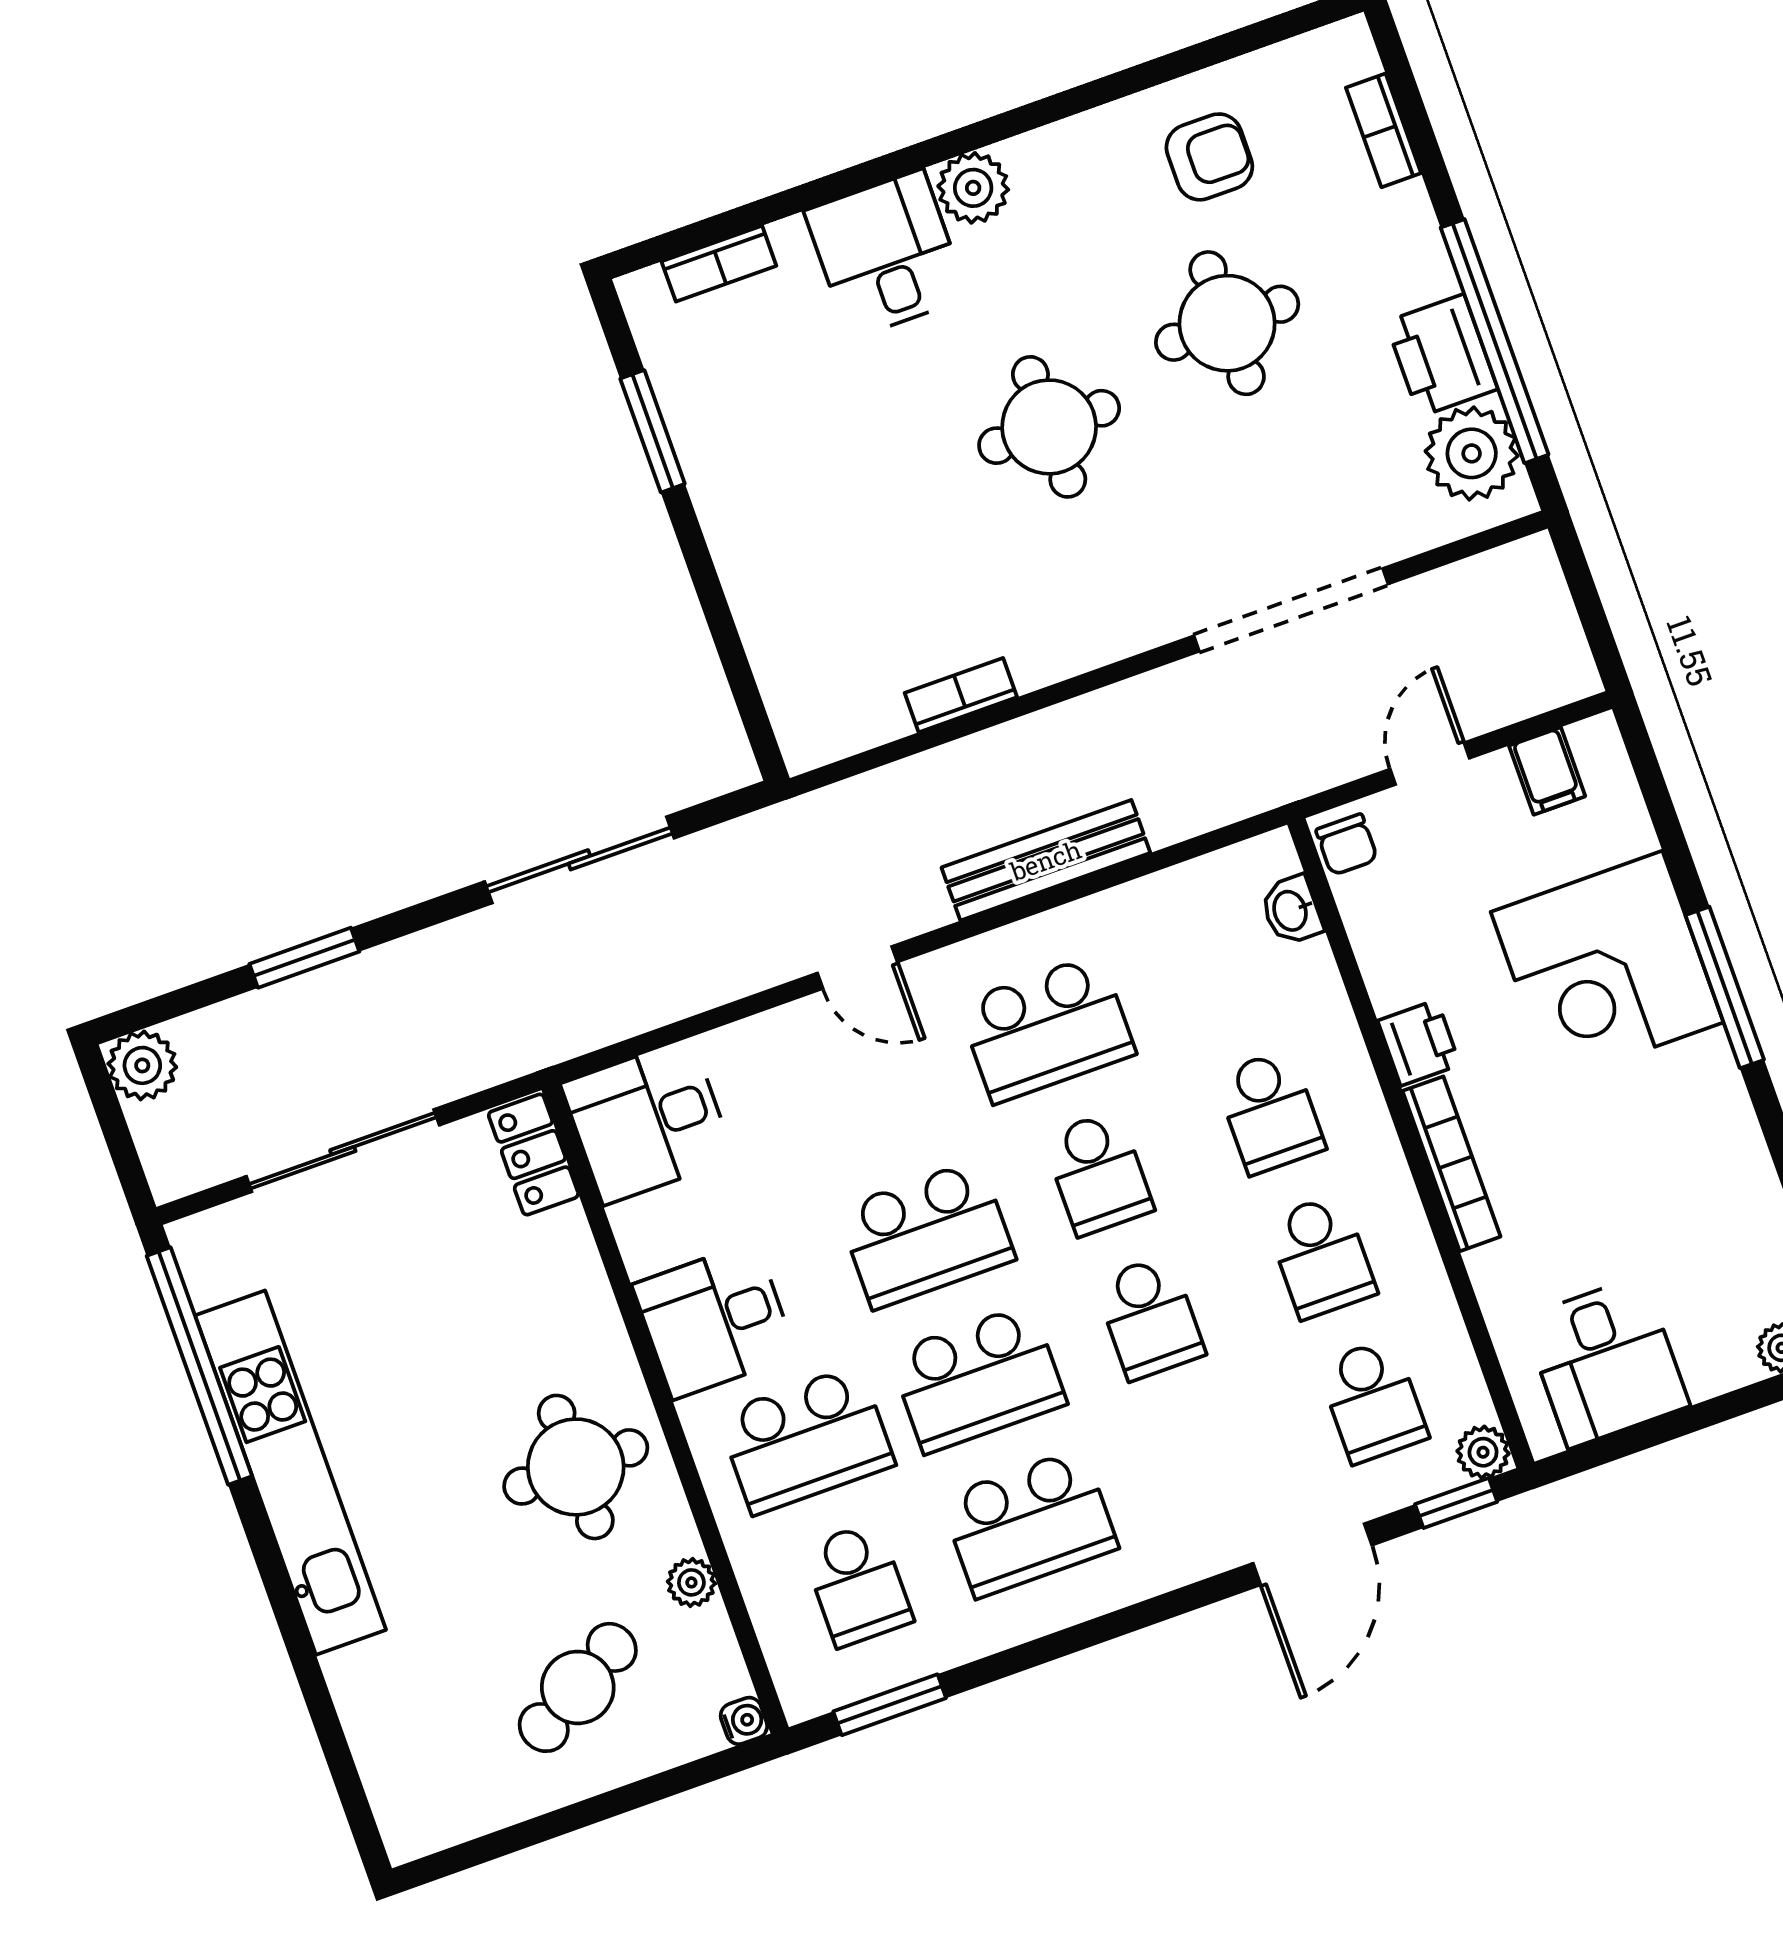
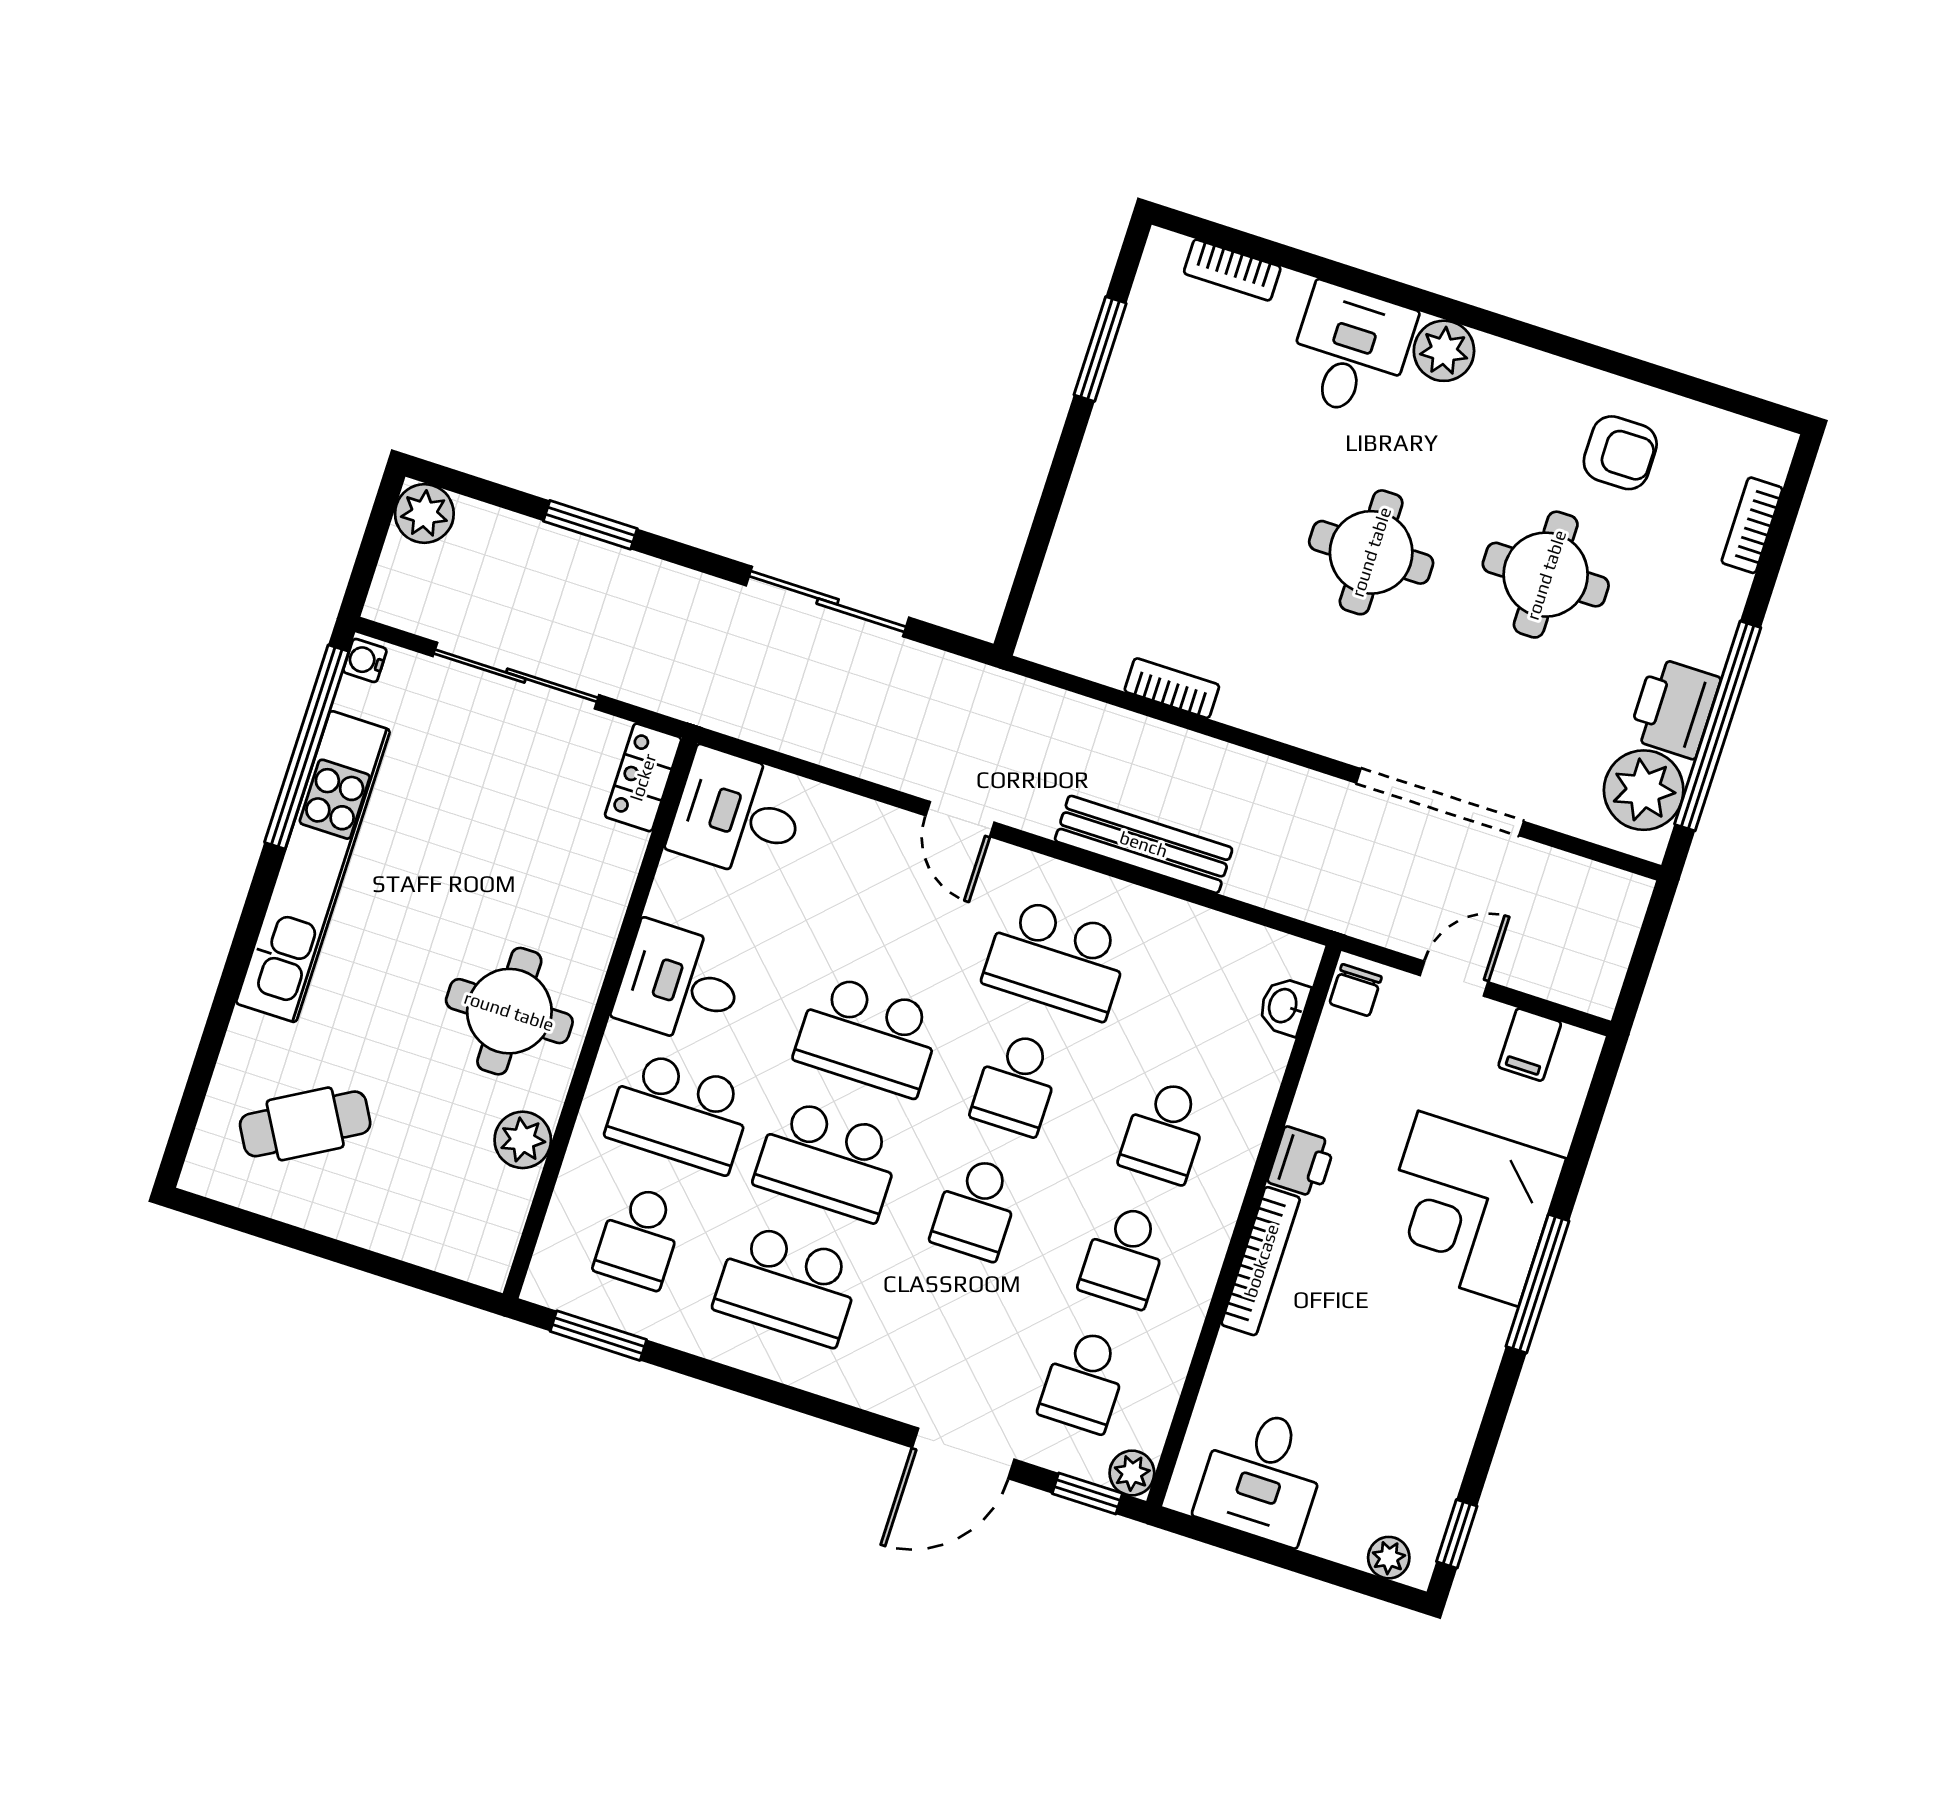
plant: (691, 1582) -> (523, 1140), width x1.38, depth x1.38
cafe table: (578, 1687) -> (305, 1124), moved
water cooler: (744, 1721) -> (365, 660), moved, turned 180

